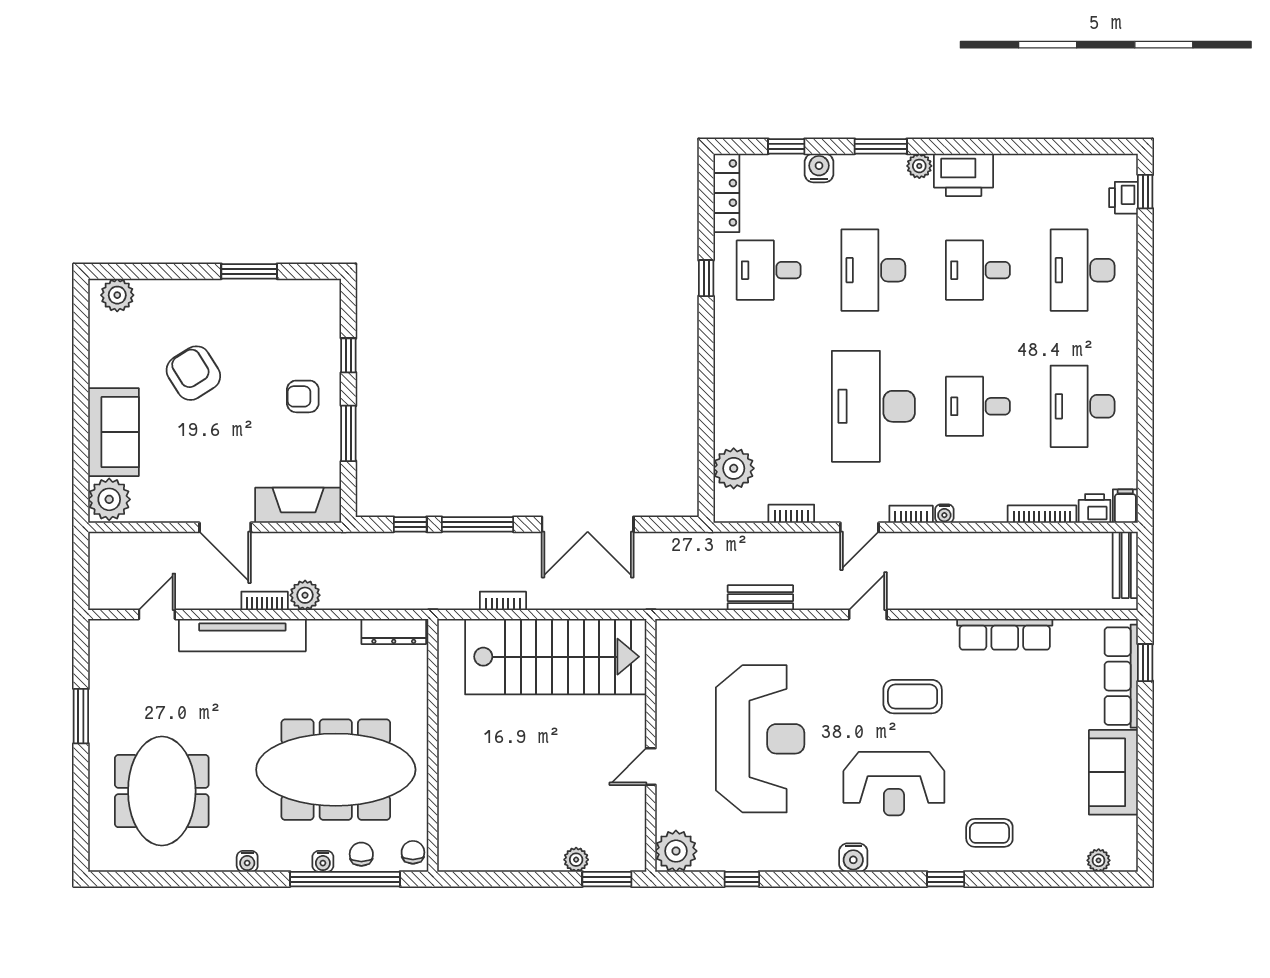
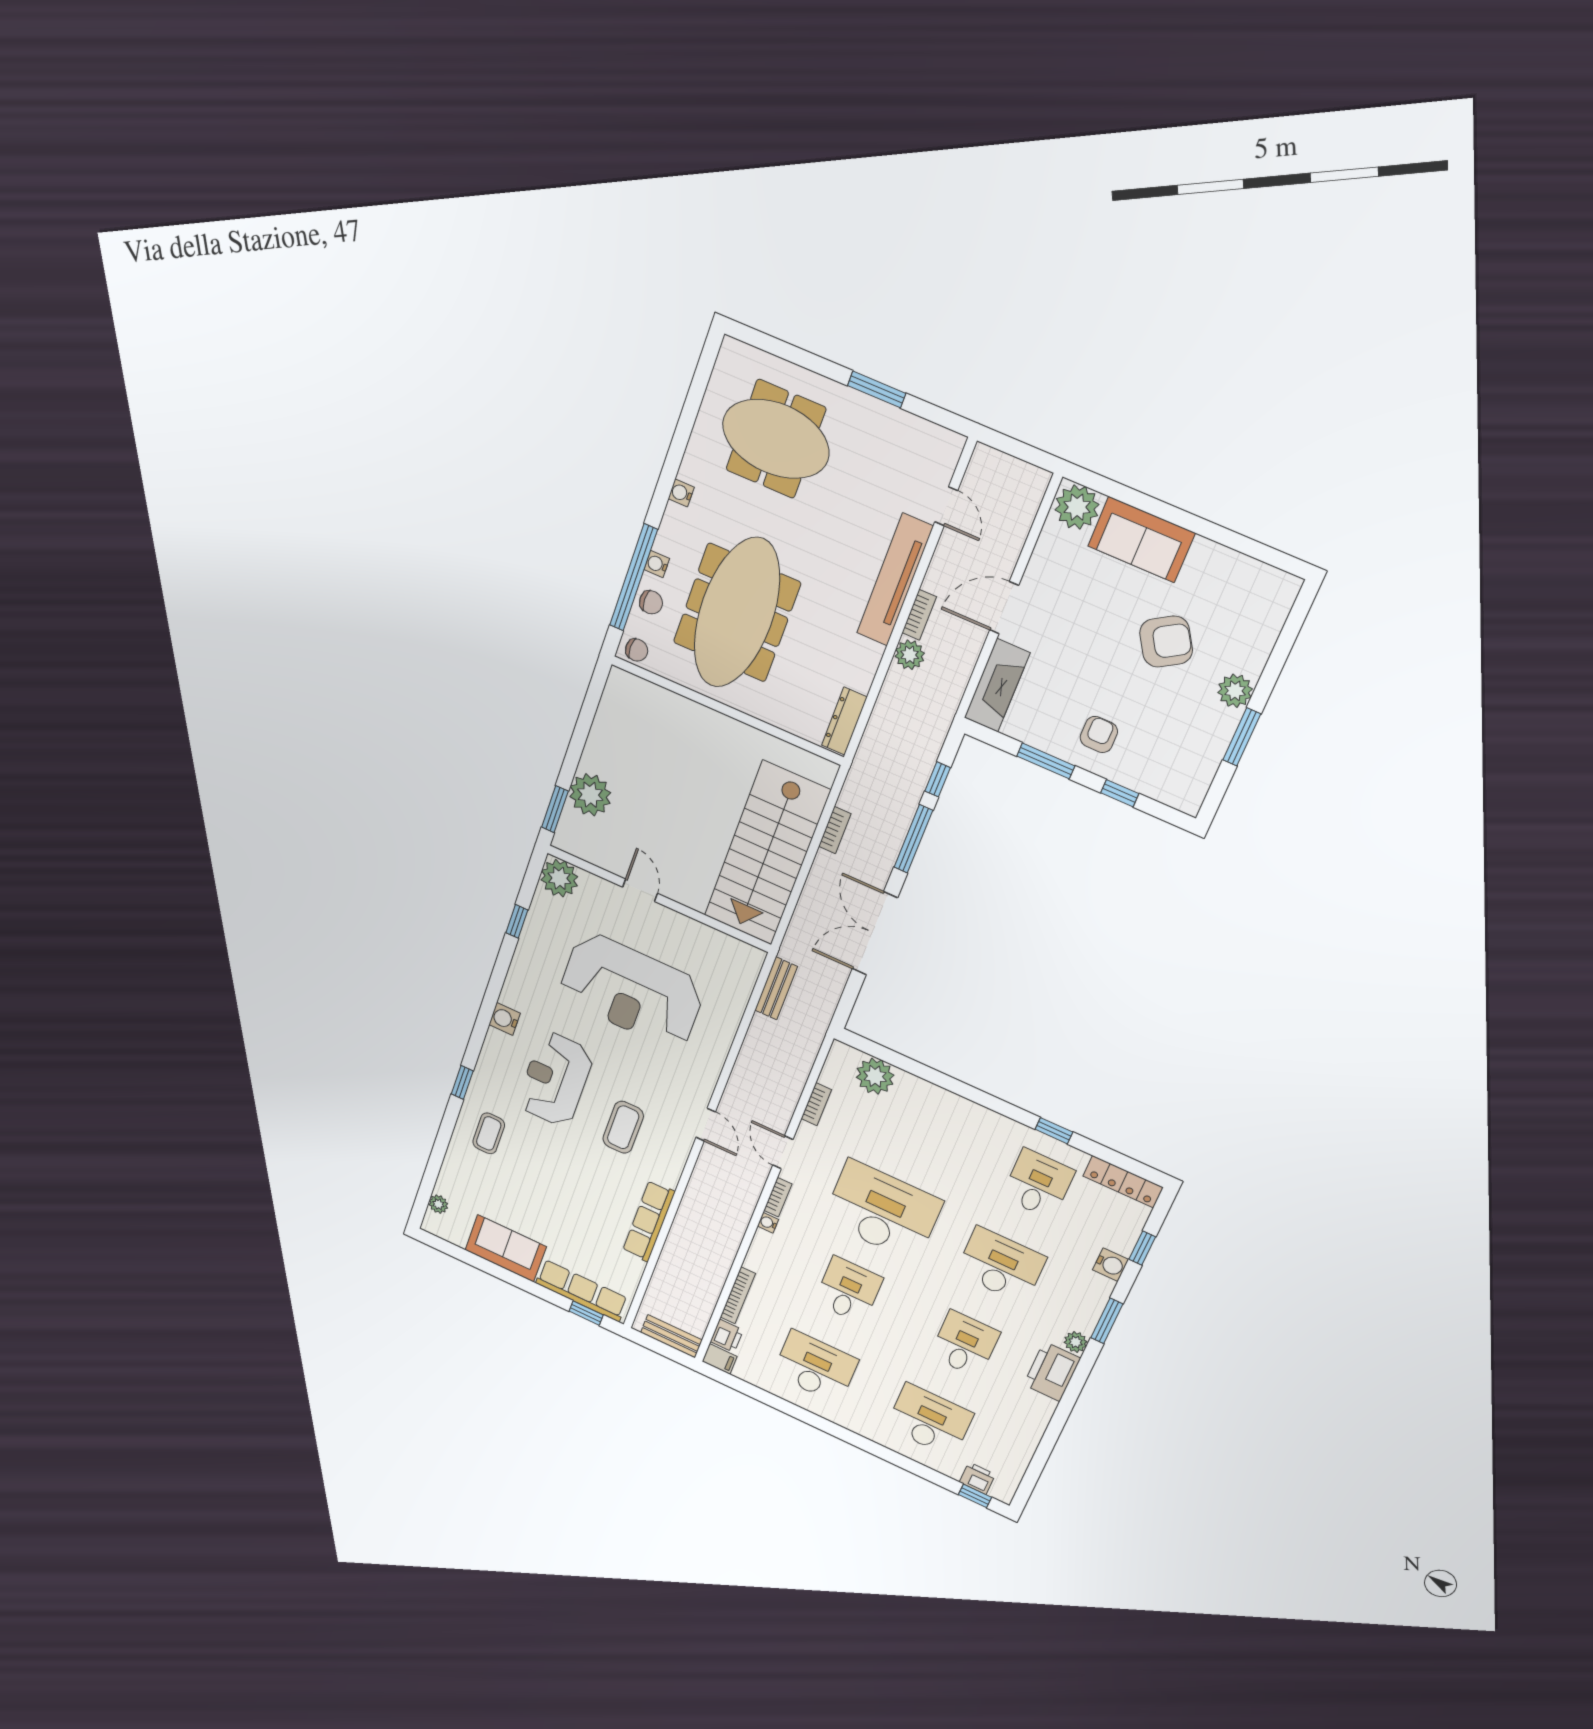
plant: (117, 295) -> (1235, 691), moved
bench: (760, 598) -> (776, 988), moved
plant: (576, 860) -> (590, 795), width x1.87, depth x1.87

